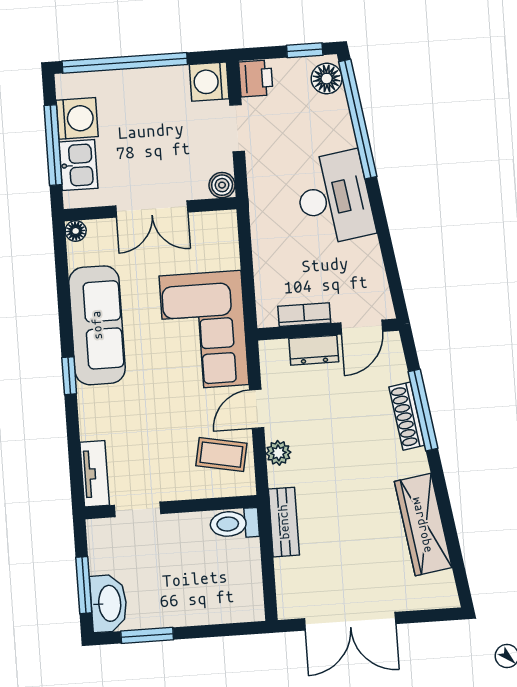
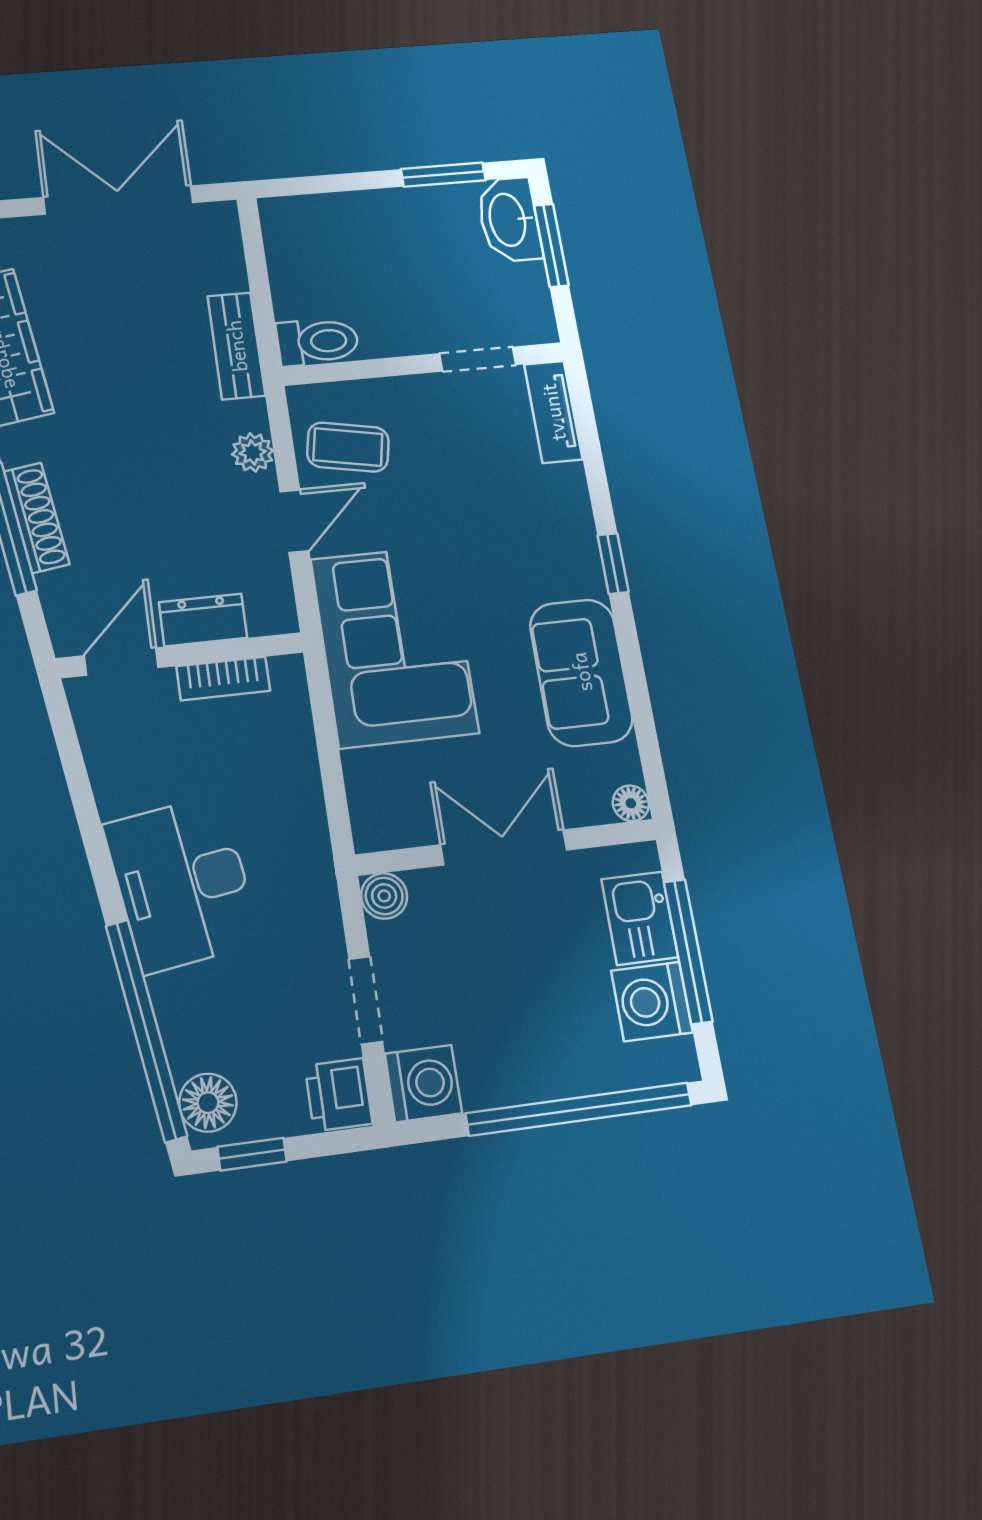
sofa: (97, 325) -> (581, 672), width x0.73

